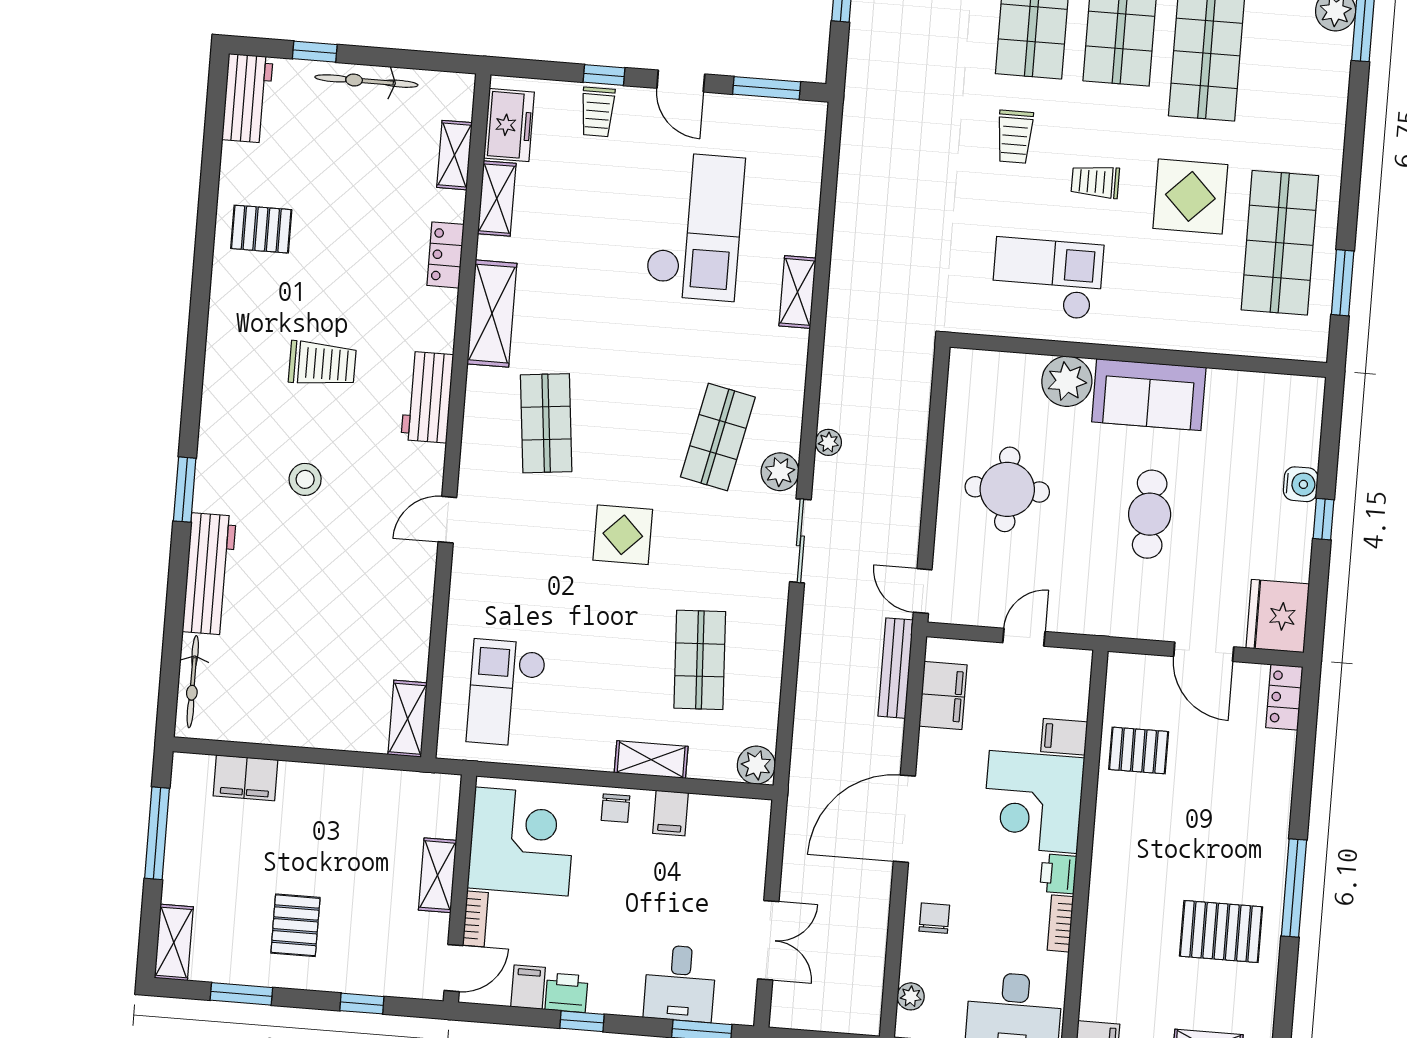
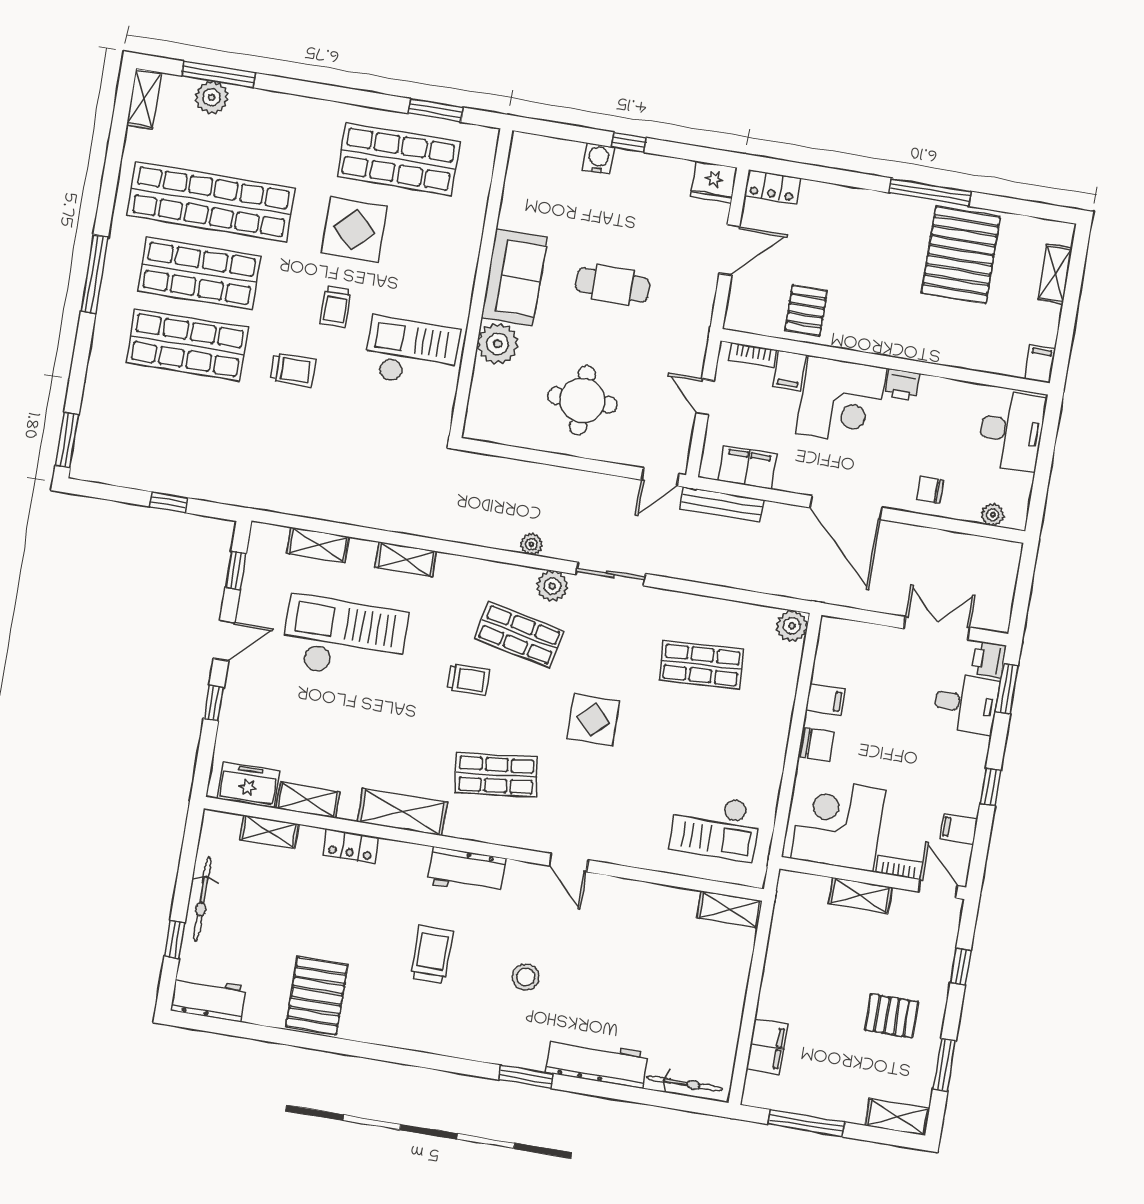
window: (767, 88) -> (236, 570), width x0.67
trolley: (598, 112) -> (468, 680), moved
pallet: (261, 229) -> (317, 996), width x1.50, depth x1.42
checkout: (1047, 278) -> (412, 353), turned 90
fridge: (1278, 616) -> (714, 182), width x0.73, depth x0.75
shelving: (651, 760) -> (318, 545), moved, turned 90
chair: (615, 808) -> (817, 744), width x1.37, depth x1.37
bookcase: (1060, 923) -> (753, 355), moved
pallet: (1221, 932) -> (961, 255), width x1.37, depth x1.41
printer: (567, 993) -> (989, 659), moved

